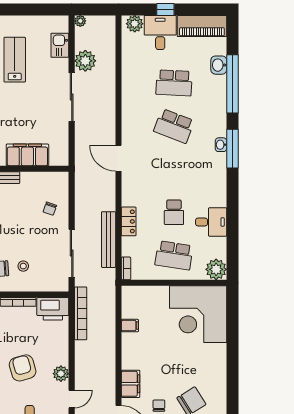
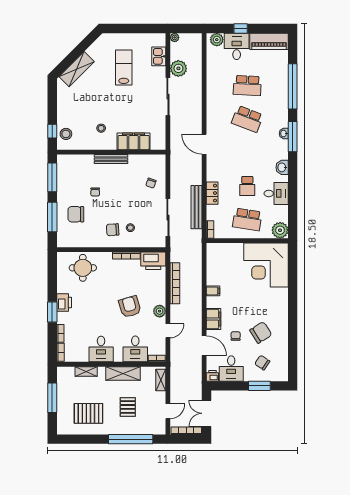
washbasin: (219, 65) -> (282, 167), moved
bookcase: (81, 313) -> (175, 283), moved
filing cabinet: (130, 326) -> (213, 291), moved

